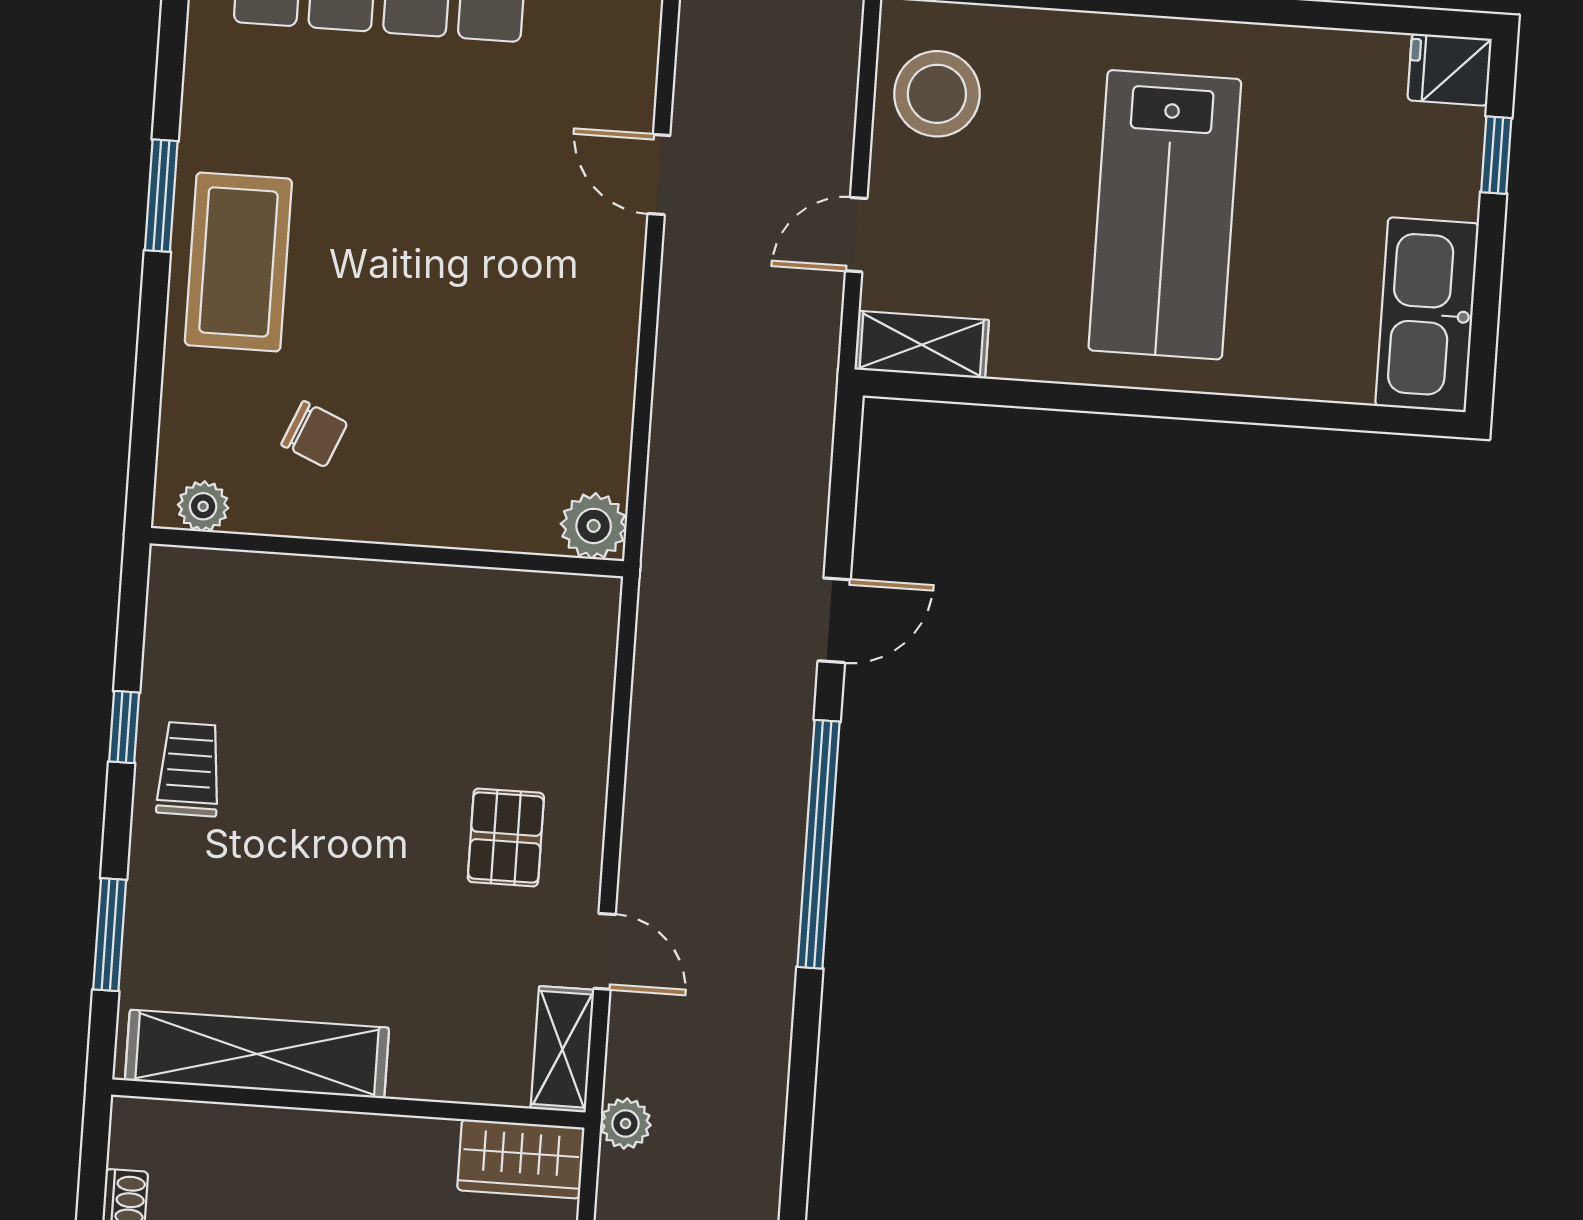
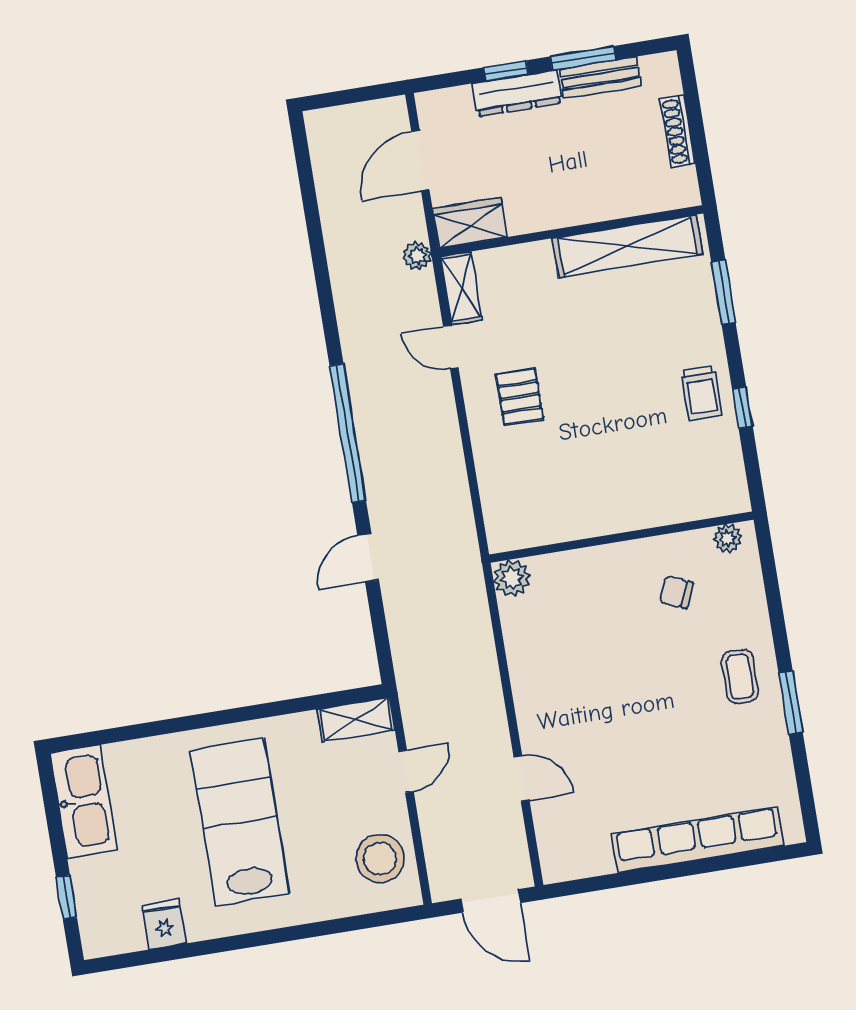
fridge: (1450, 70) -> (164, 924), moved, turned -90
coffee table: (238, 262) -> (740, 676), width x0.54, depth x0.58

